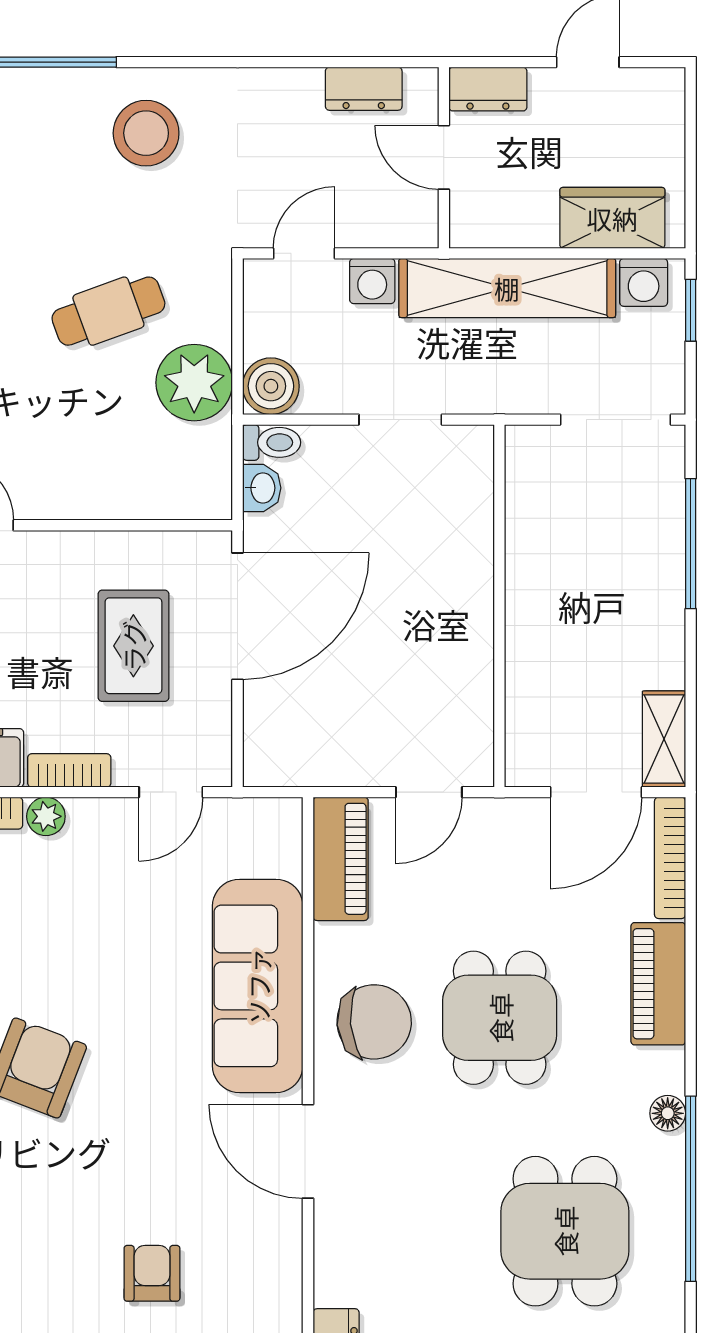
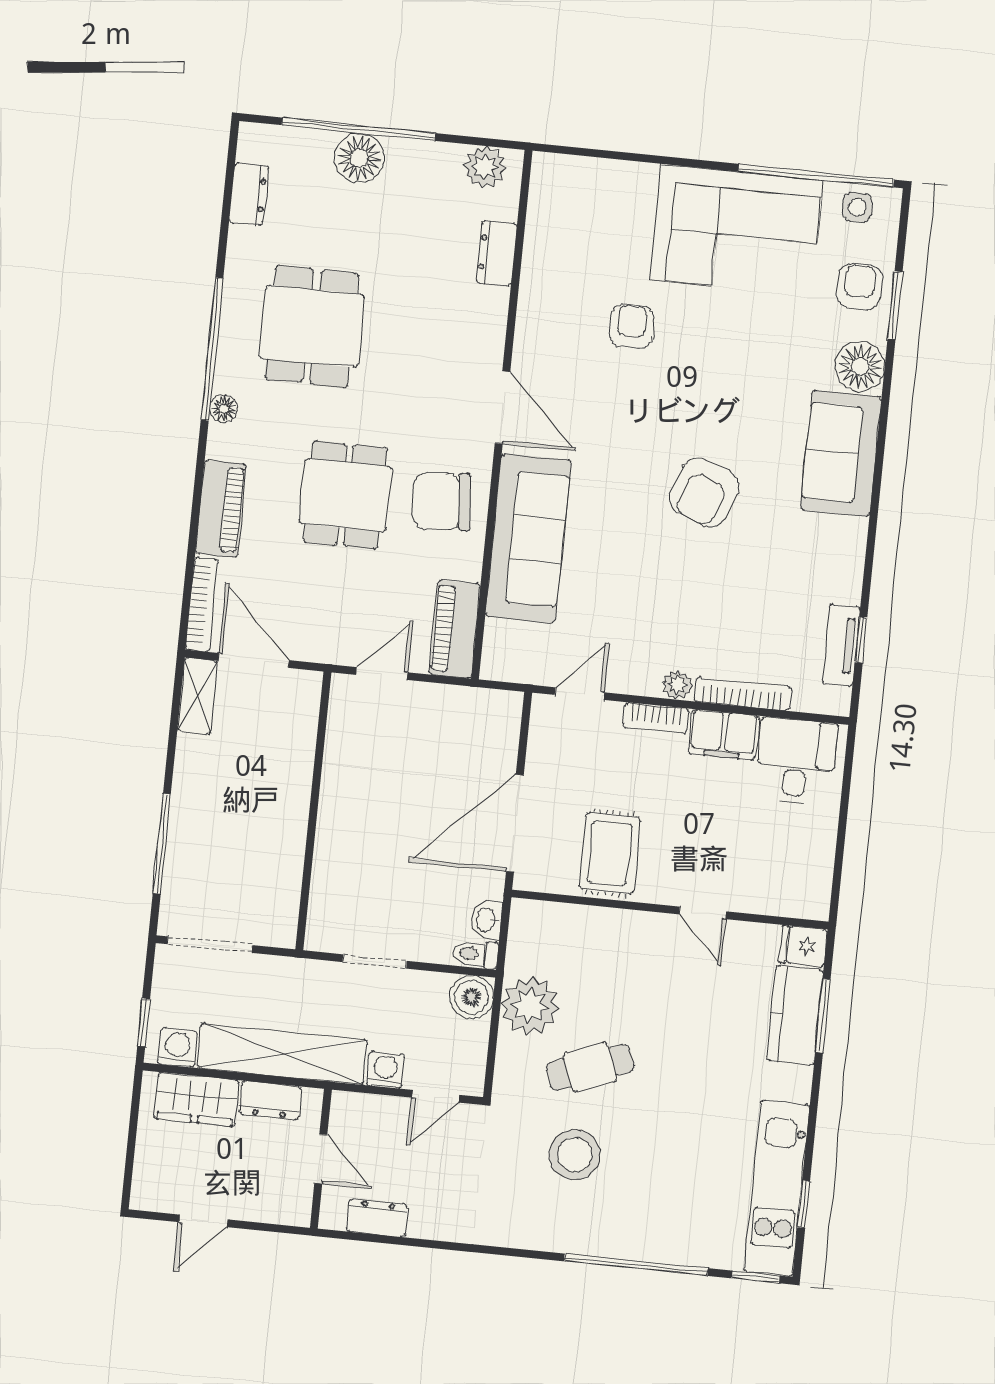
dresser: (488, 89) -> (270, 1100), moved, turned 180
stool: (146, 133) -> (575, 1155), moved
rug: (133, 646) -> (610, 853), moved
door: (596, 792) -> (254, 661), hinge flipped
armchair: (152, 1273) -> (632, 326), turned 180

